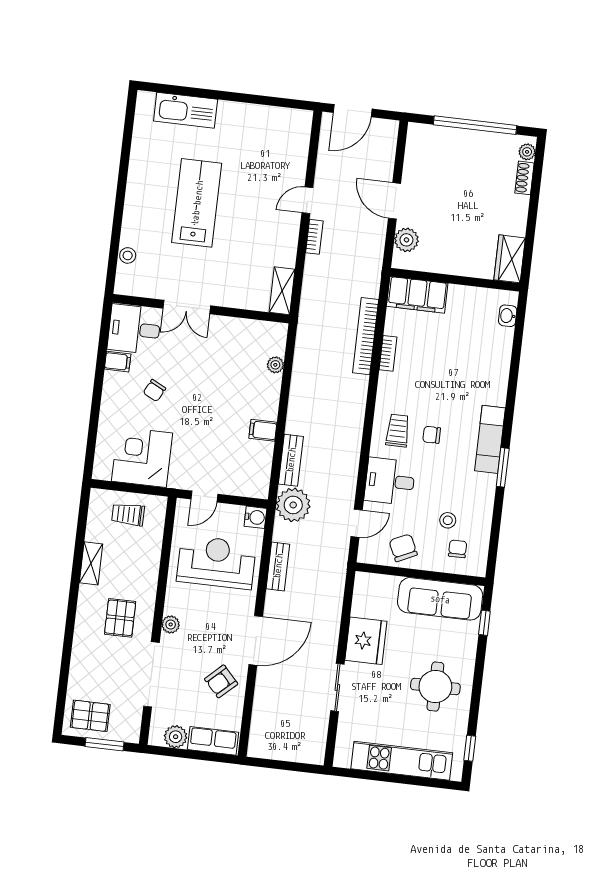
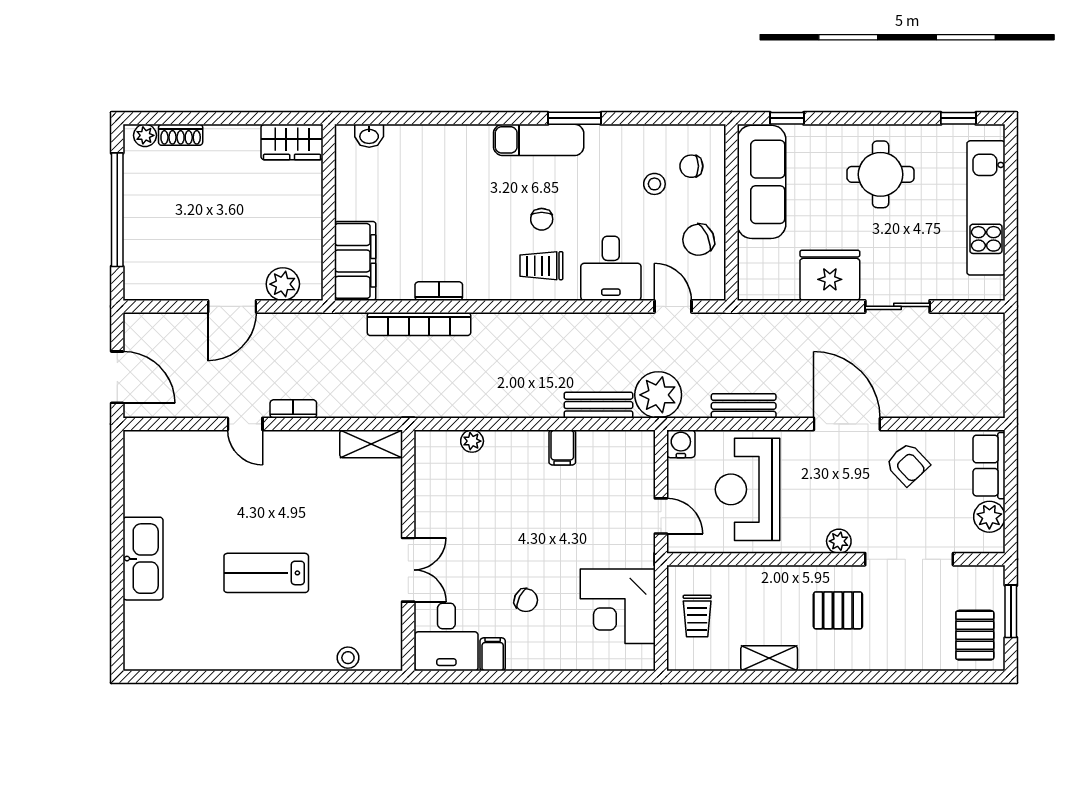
kitchen sink: (186, 110) -> (143, 559), moved
lab bench: (197, 203) -> (266, 573), width x0.73, depth x0.72

